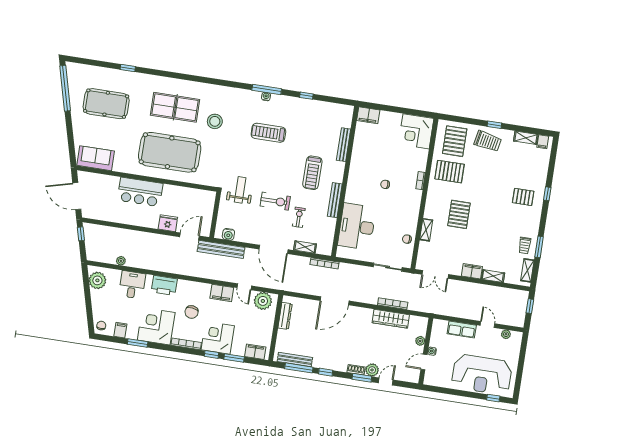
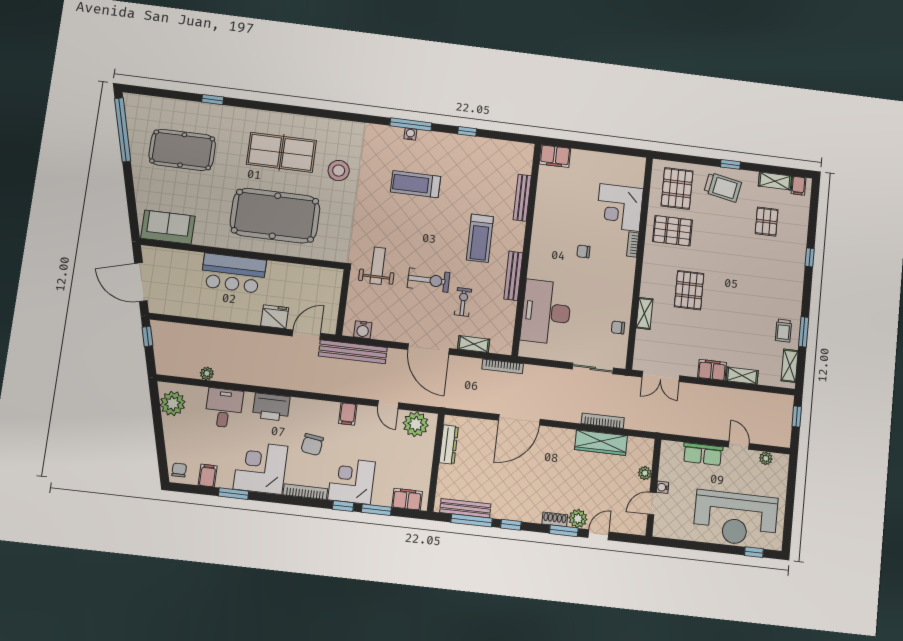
corner desk: (416, 131) -> (620, 207), moved
pallet: (523, 197) -> (767, 222), moved, turned 90
filing cabinet: (222, 293) -> (348, 414), width x0.50

